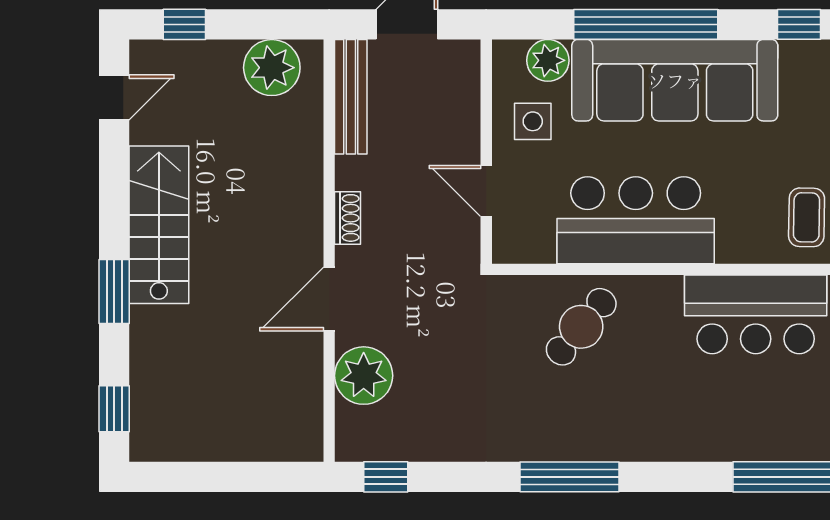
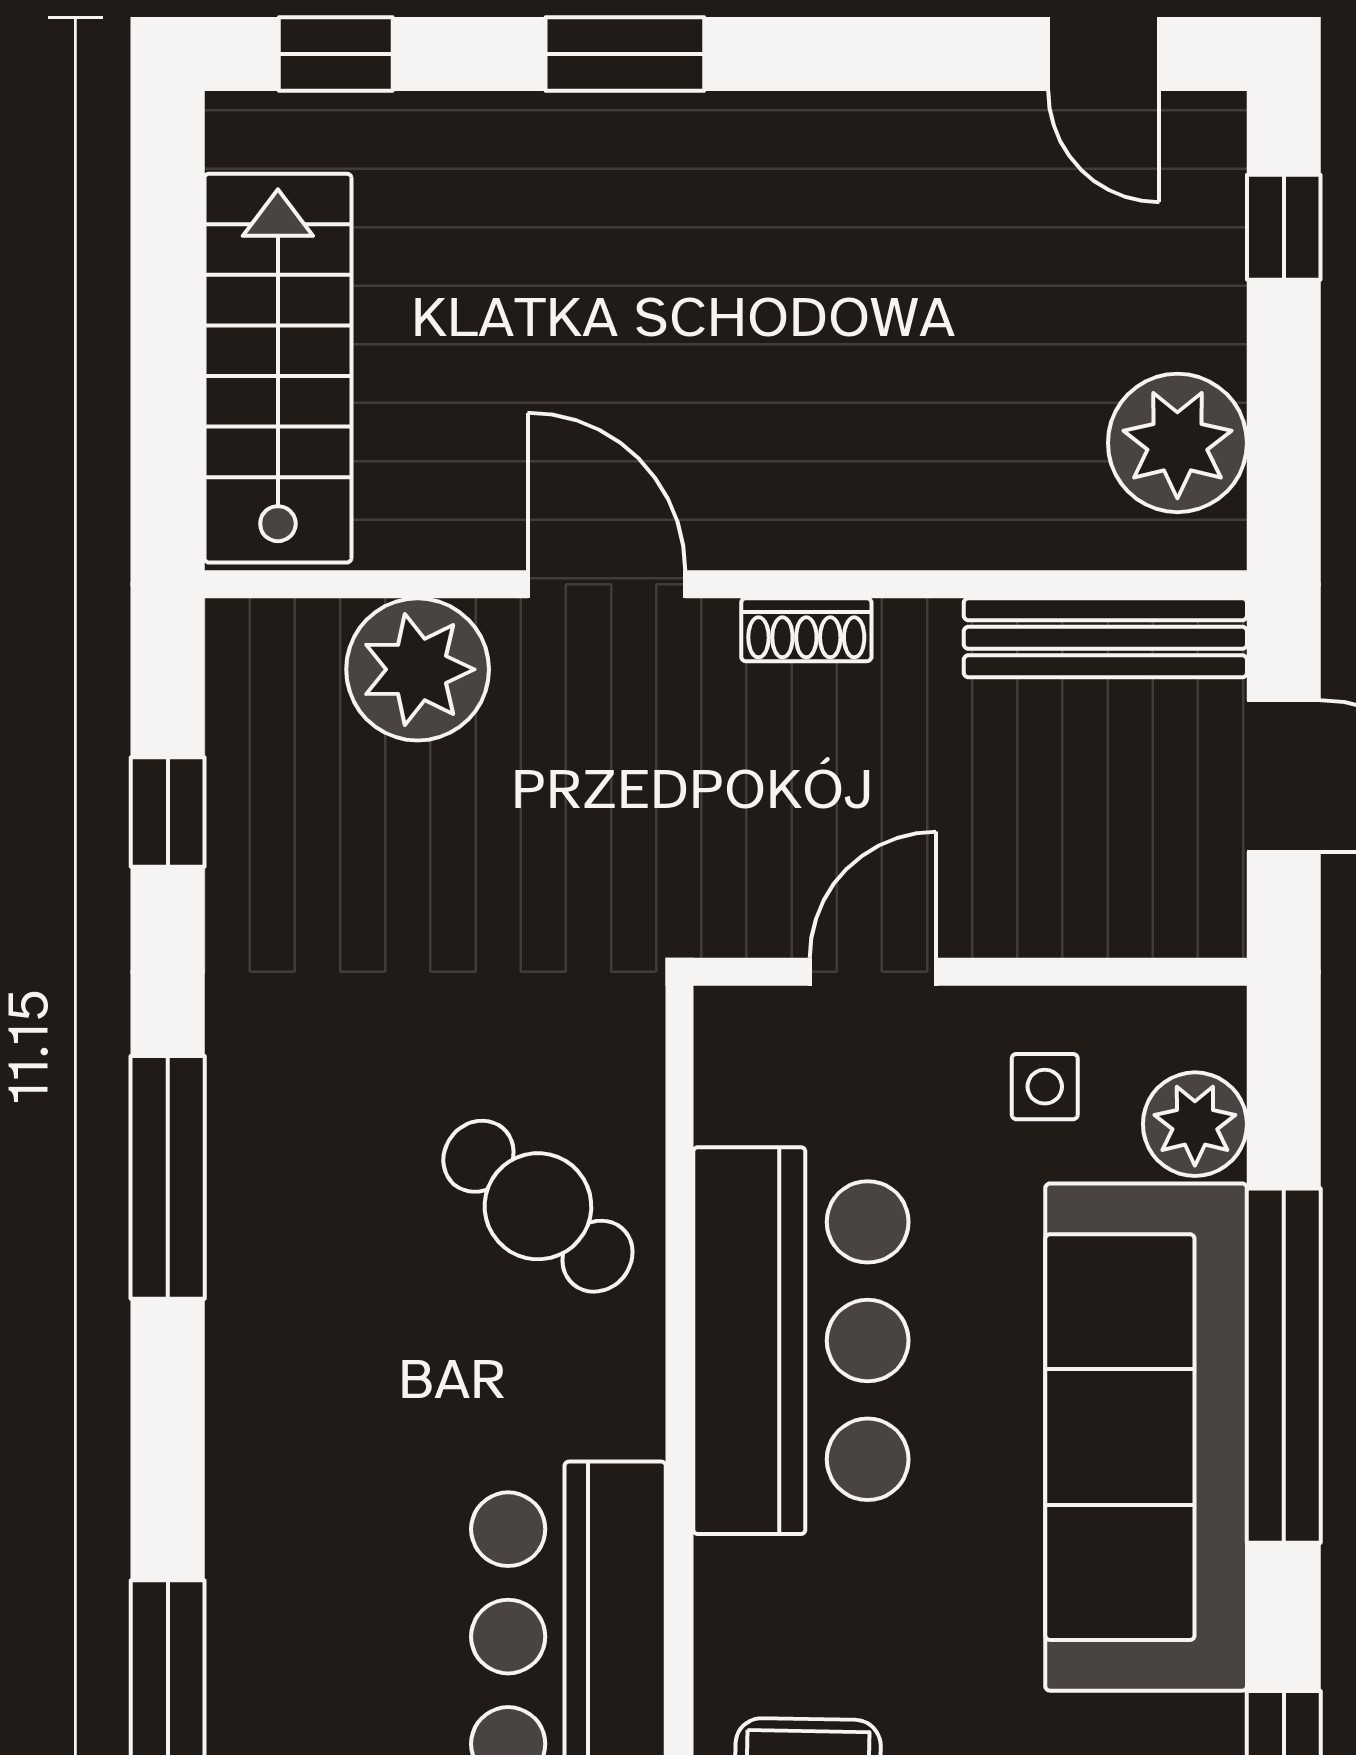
side table: (533, 121) -> (1045, 1087), width x0.73, depth x0.73
stairs: (159, 225) -> (278, 368), moved, turned -90
window: (386, 477) -> (168, 812), moved

